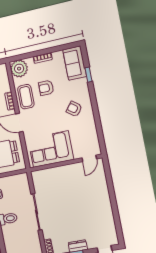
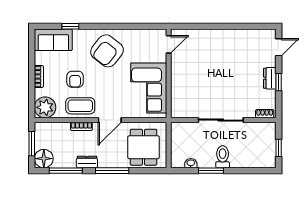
armchair: (74, 109) -> (107, 51), width x1.88, depth x1.88
door: (89, 158) -> (169, 44), hinge flipped

